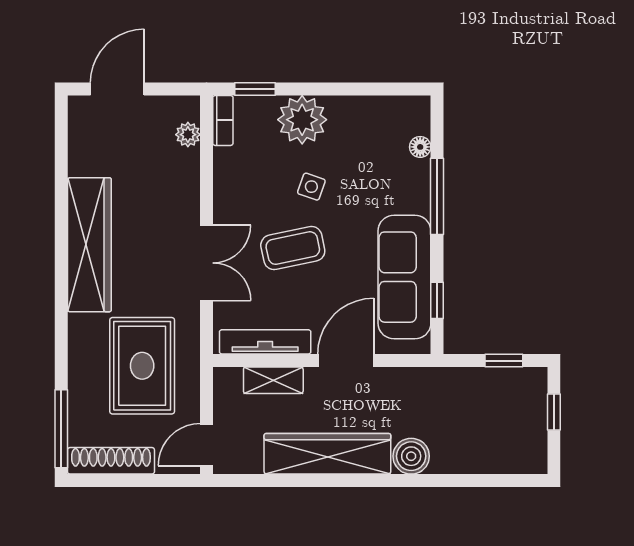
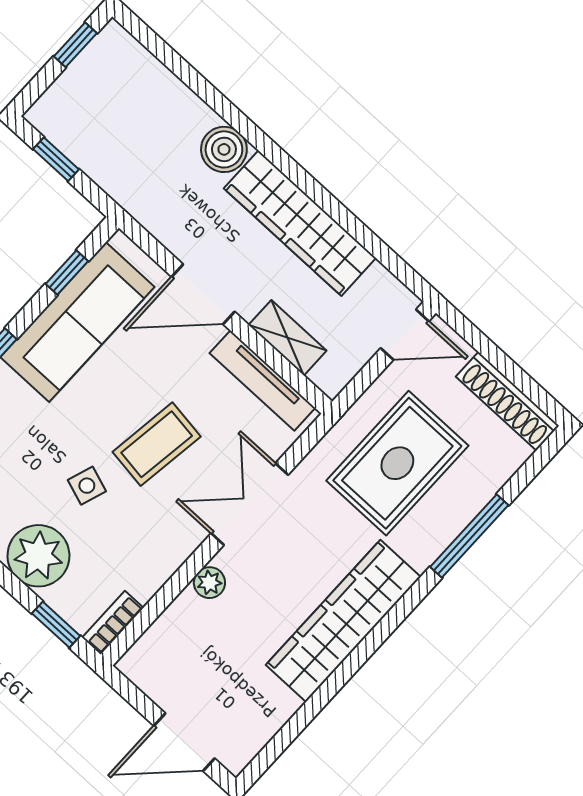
plant: (188, 135) -> (209, 583), moved
coffee table: (293, 248) -> (157, 444), turned -70
window: (554, 412) -> (75, 45), moved
window: (61, 429) -> (469, 536), moved

